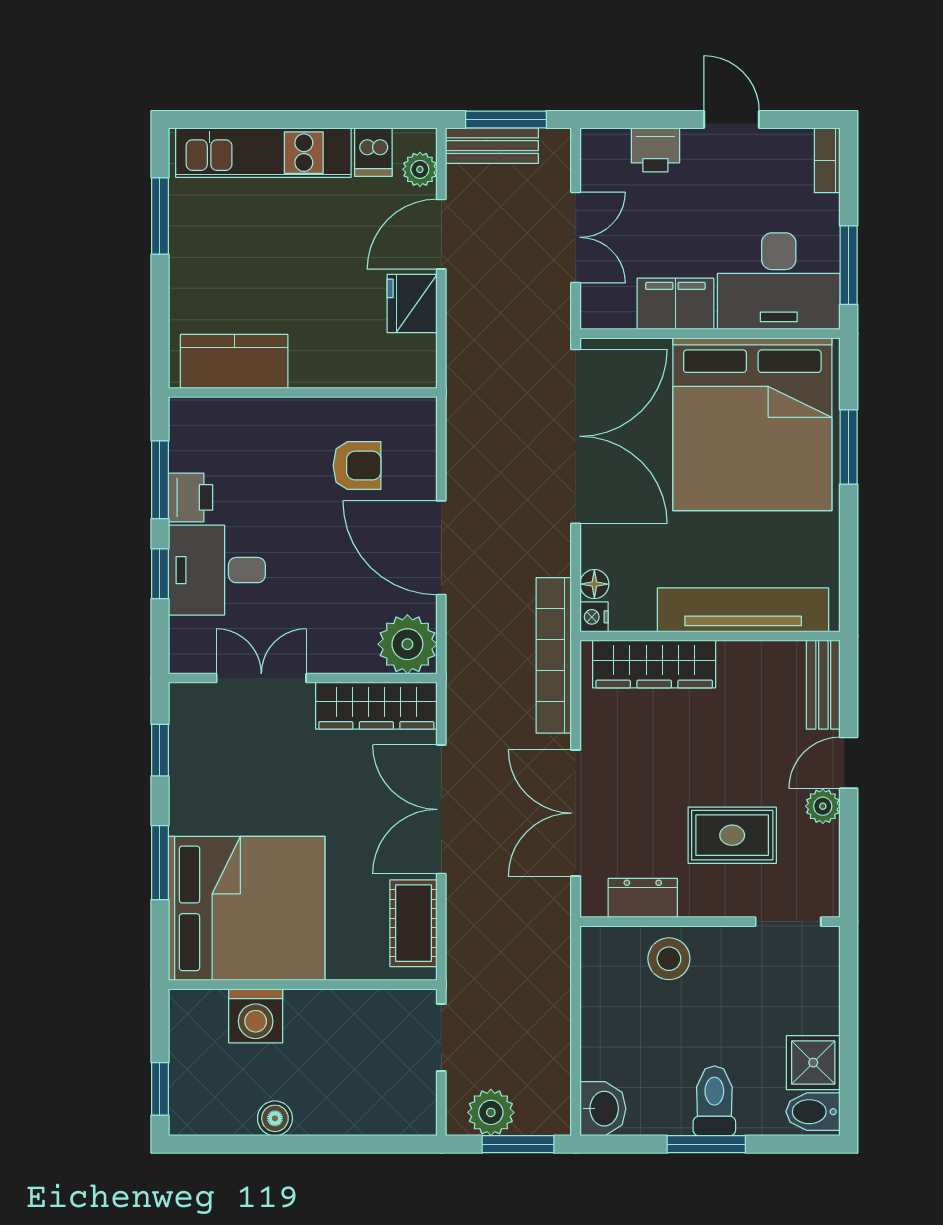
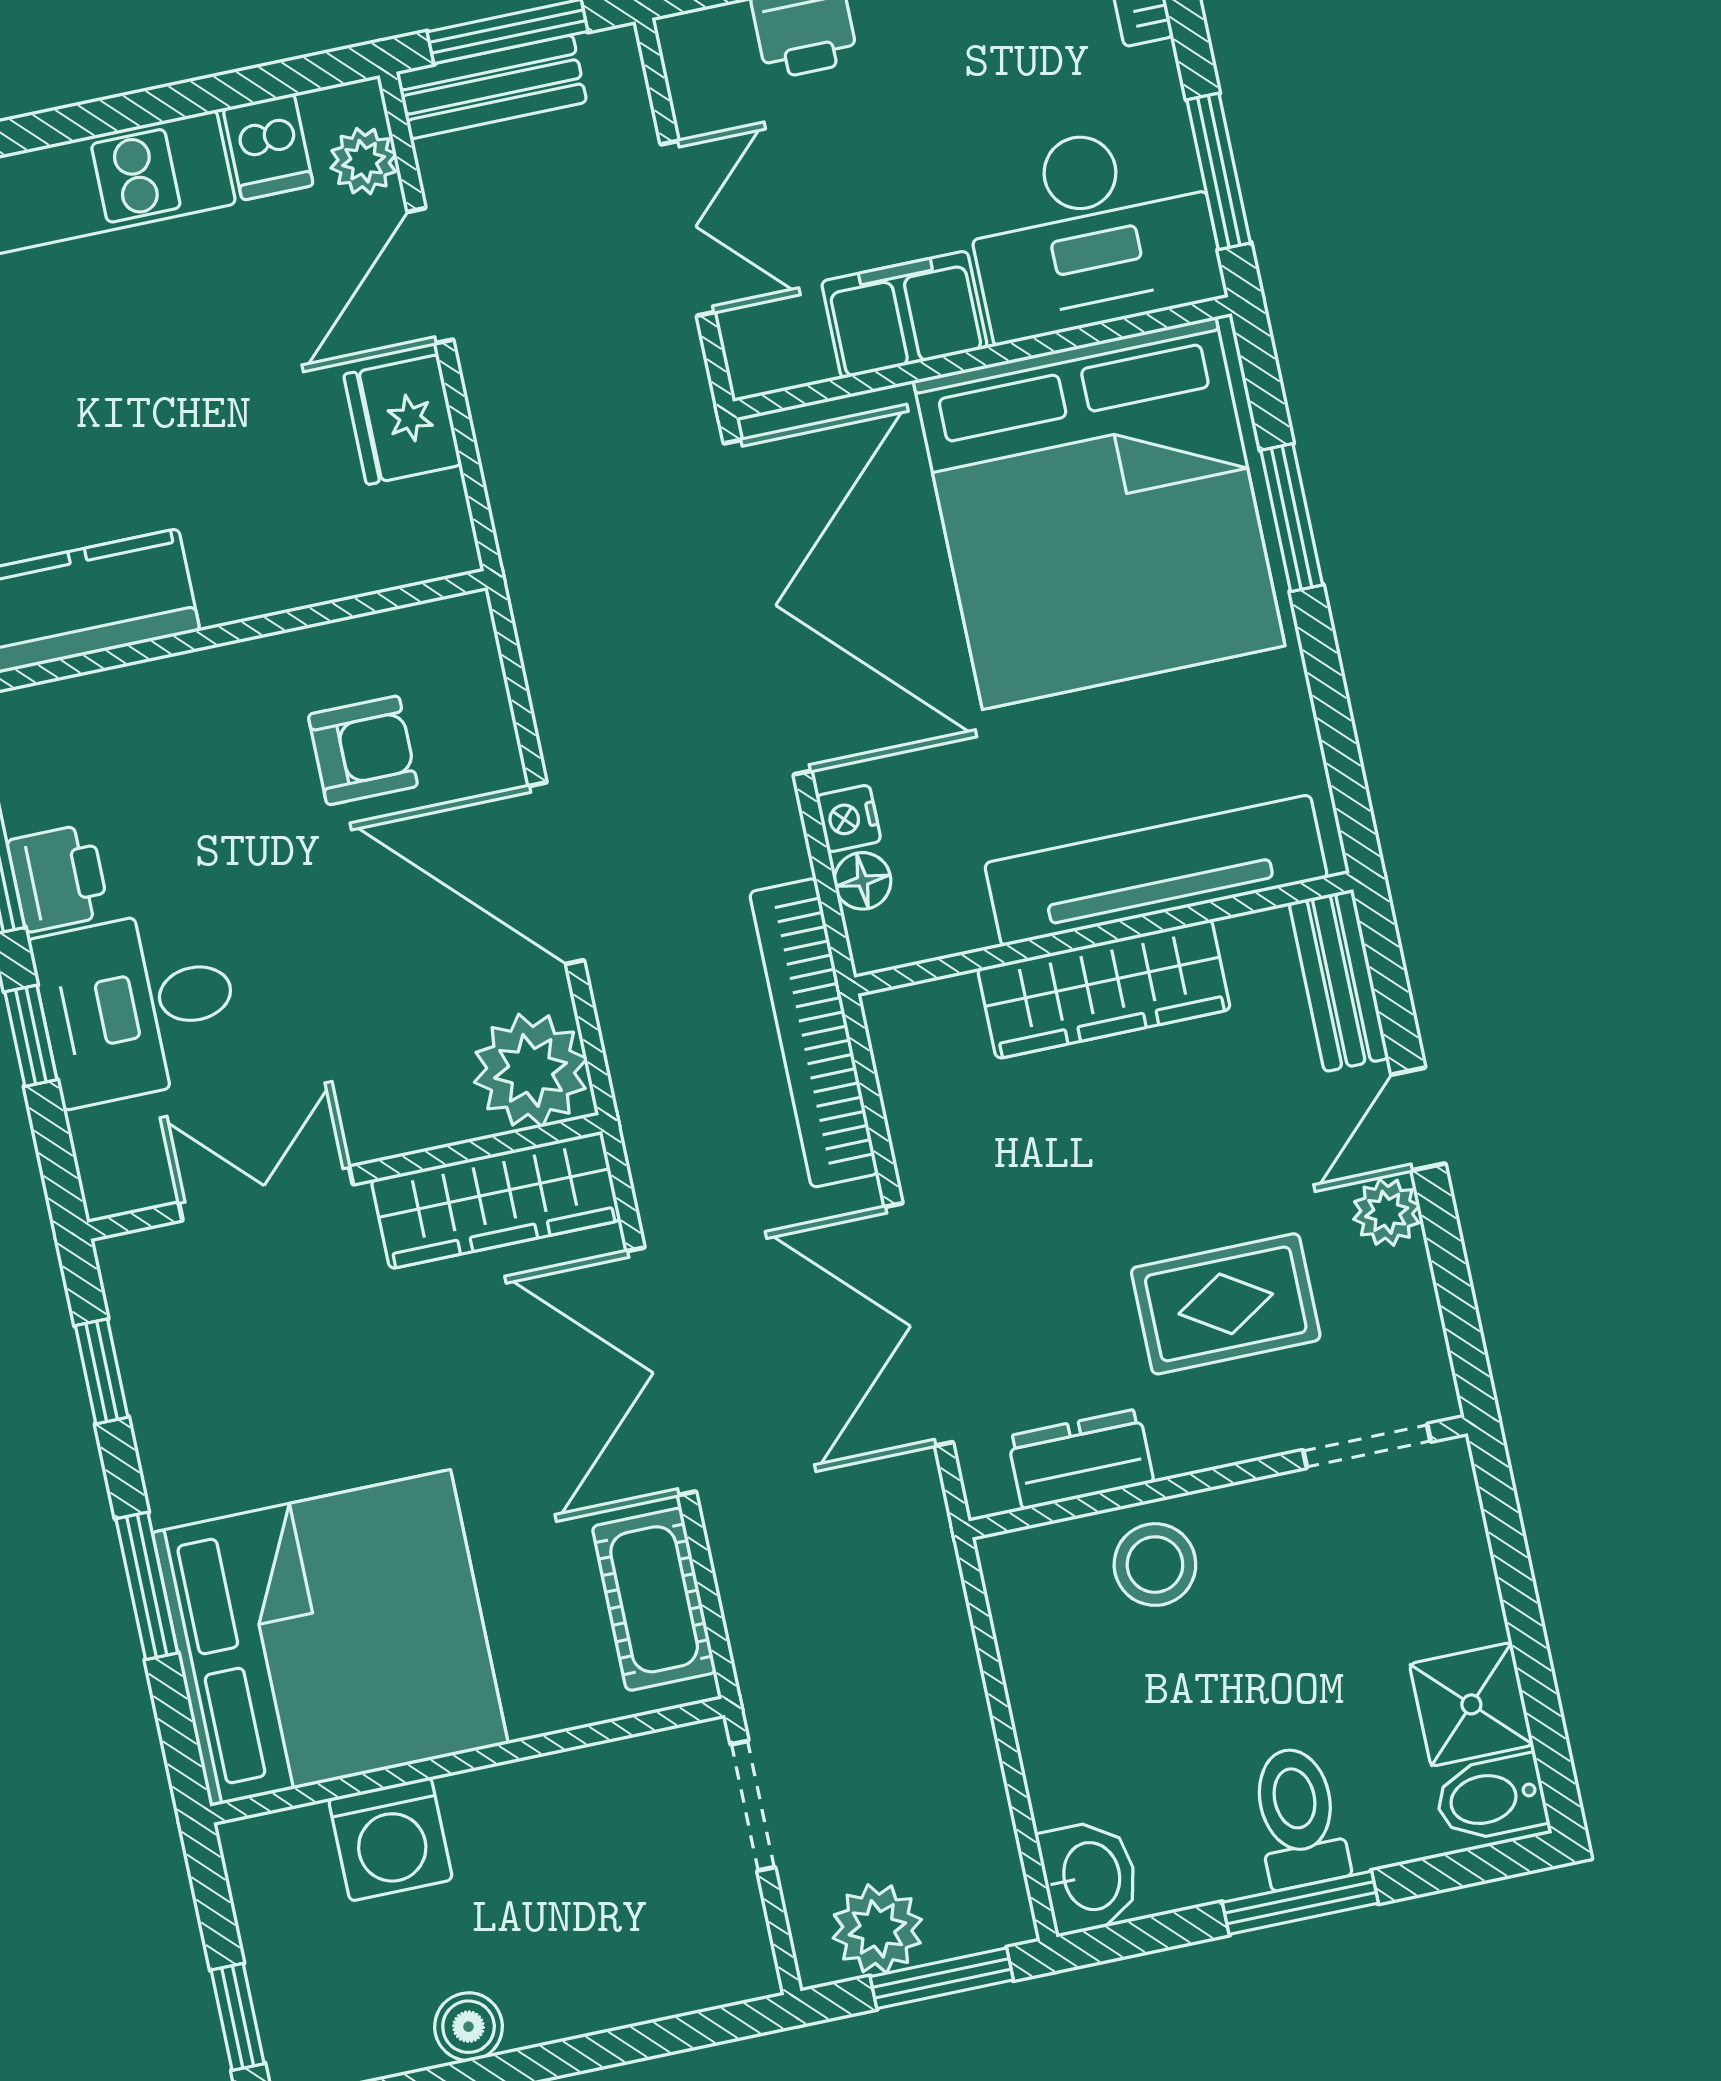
nightstand: (594, 617) -> (849, 818), moved
wardrobe: (654, 664) -> (1104, 989), moved

